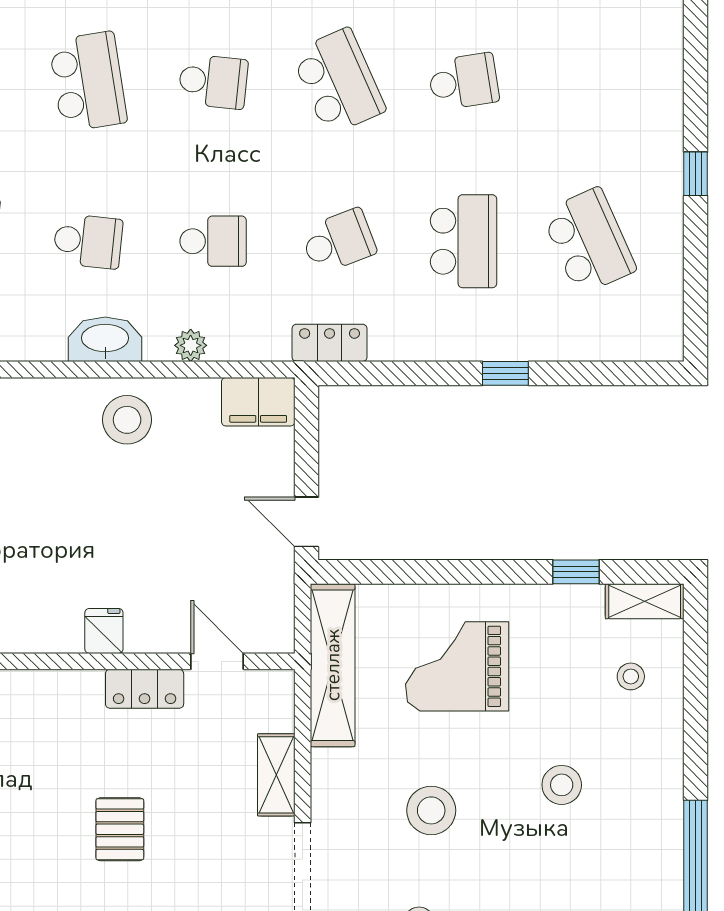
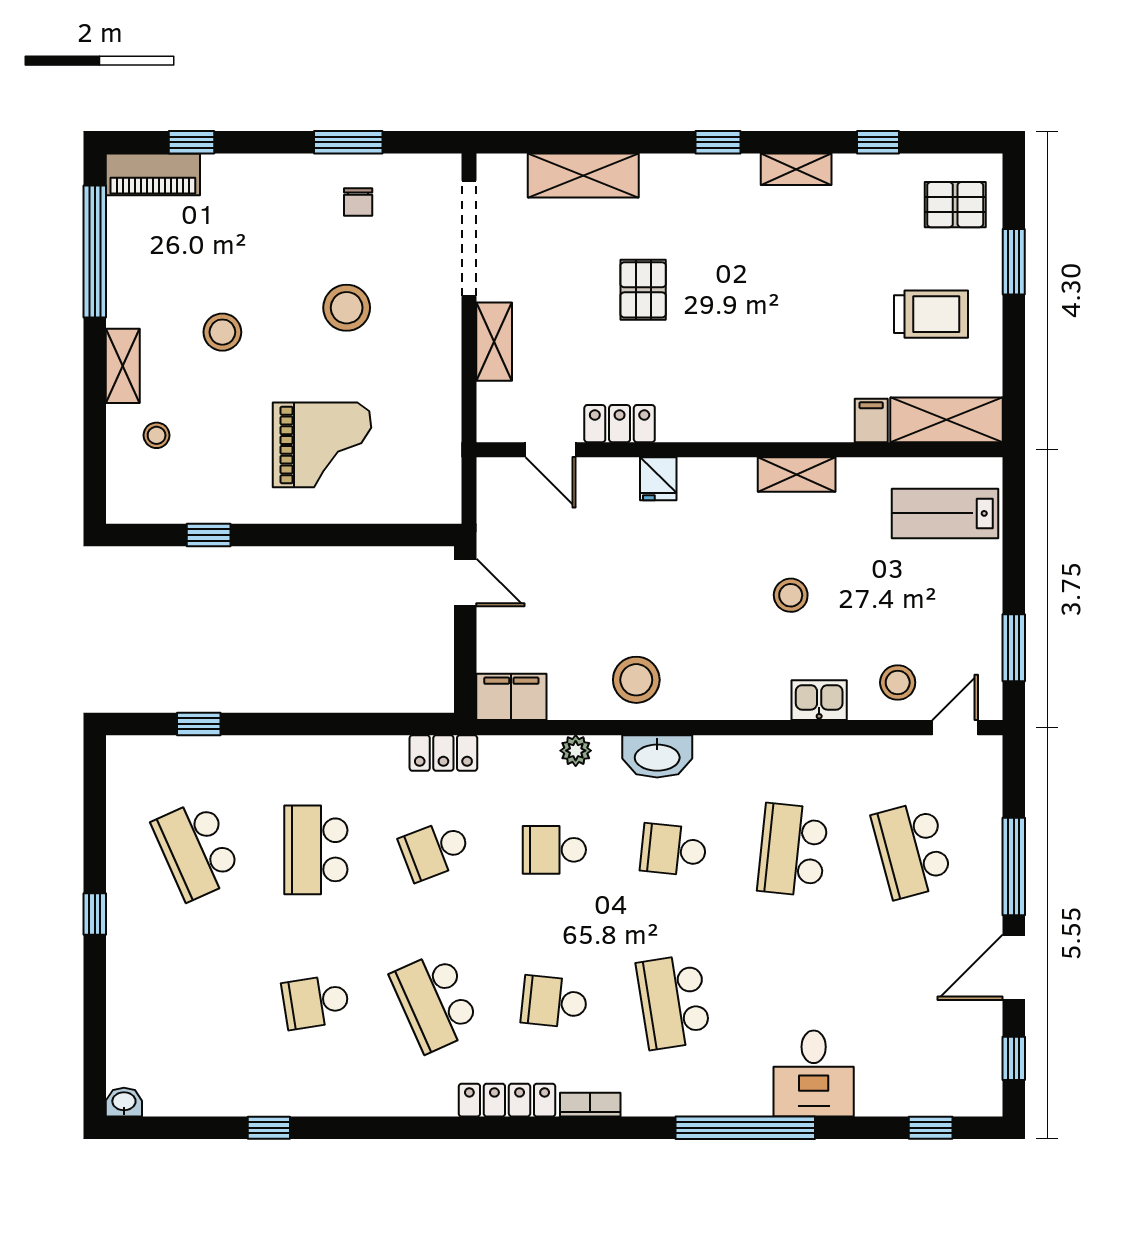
window: (505, 373) -> (199, 724), moved
shelving: (645, 601) -> (123, 366), moved, turned 90
shelving: (333, 665) -> (440, 446), removed

